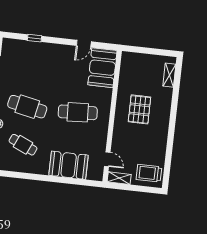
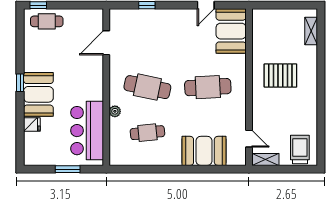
pallet: (139, 109) -> (280, 75), turned 90
cafe table: (23, 145) -> (147, 133), turned -30
trolley: (149, 173) -> (300, 150), turned 90

